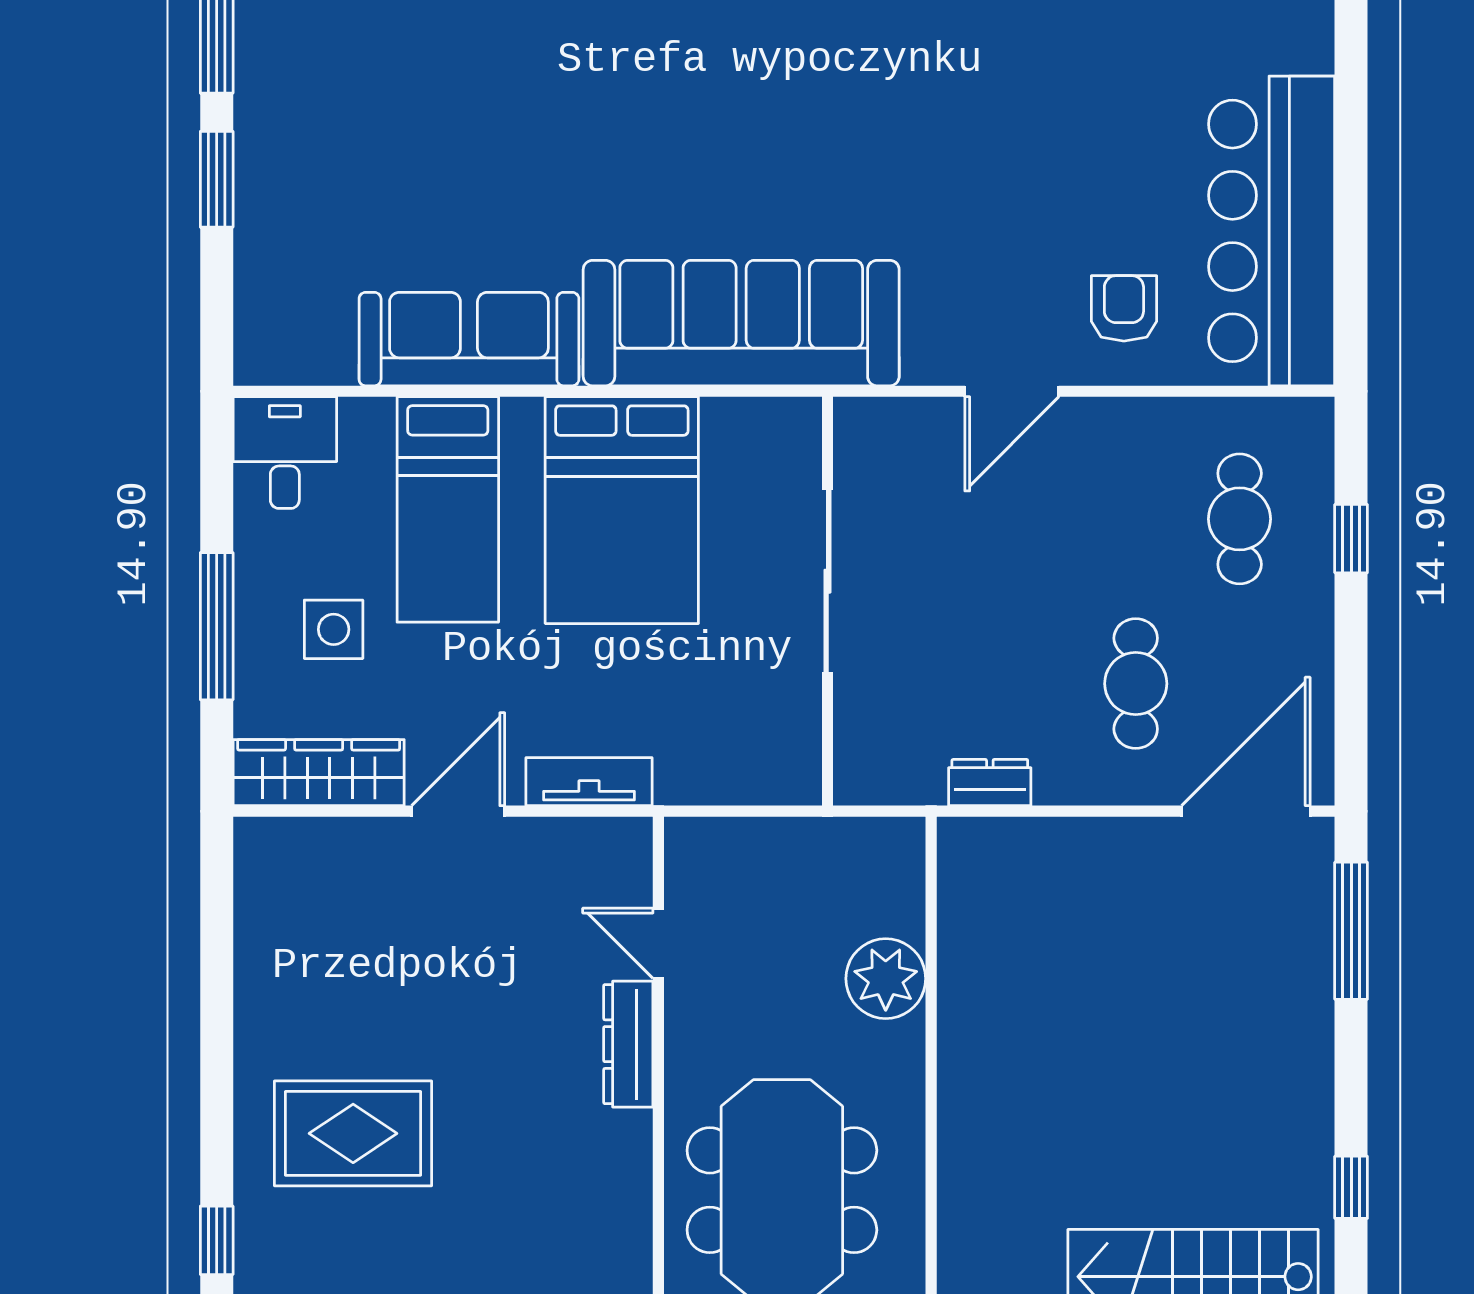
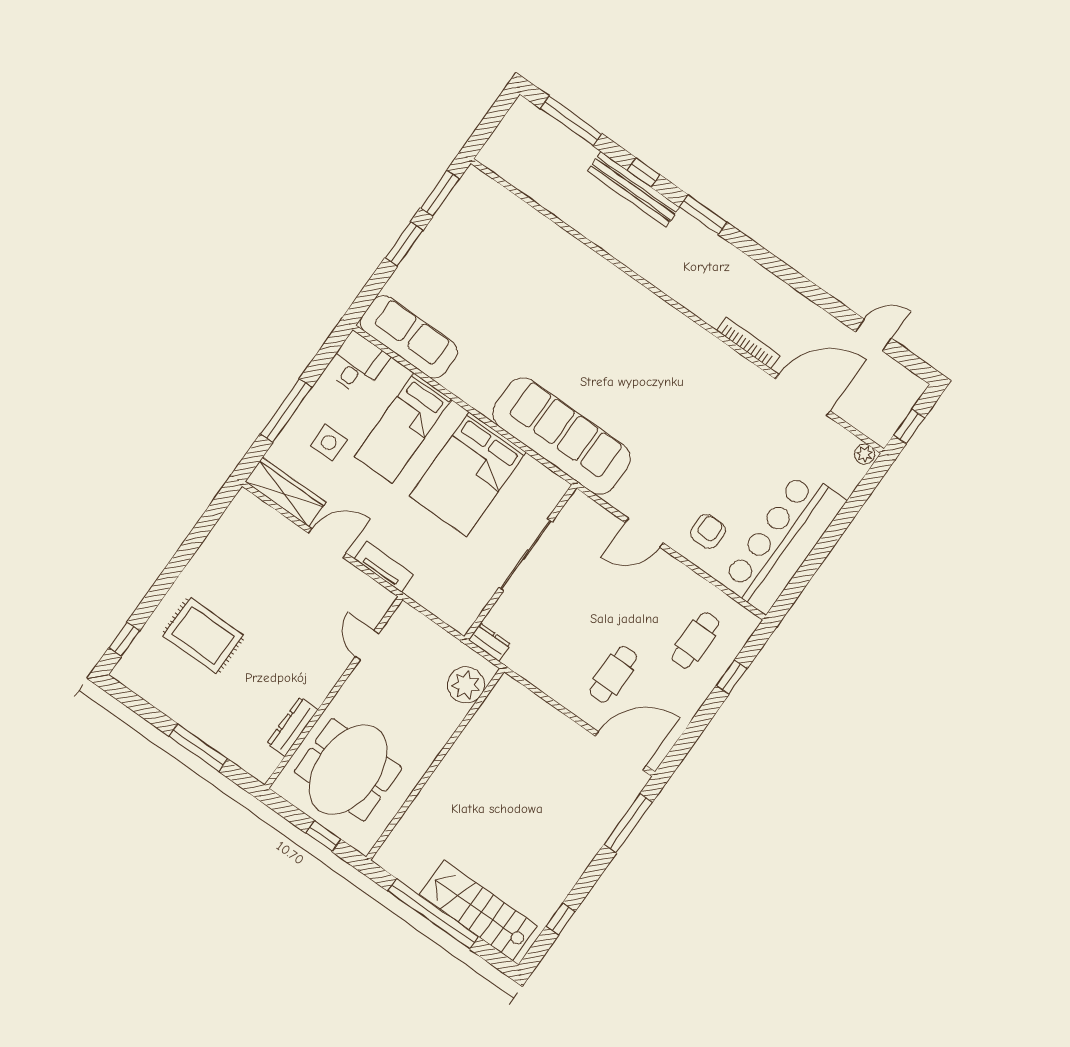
sofa: (469, 339) -> (409, 337), moved
dresser: (990, 783) -> (490, 642), moved
plant: (886, 979) -> (466, 685), moved
dresser: (628, 1044) -> (292, 727), moved

